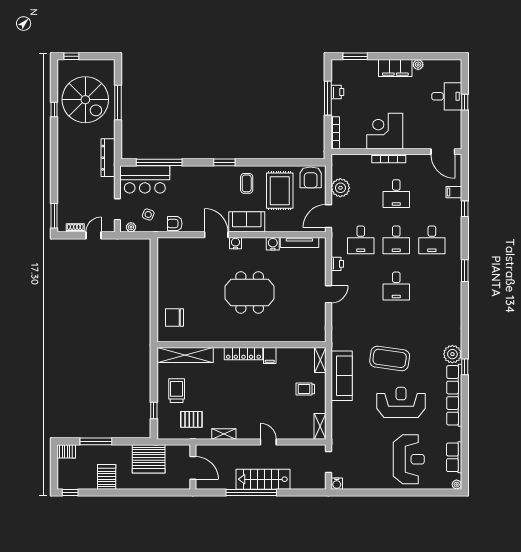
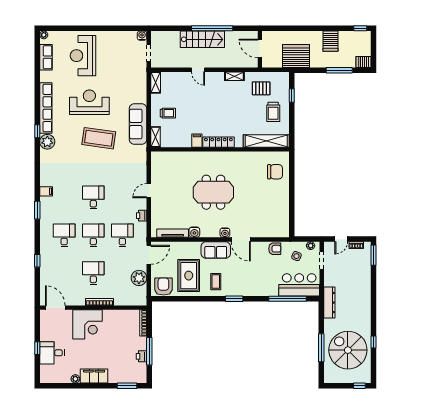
corner desk: (385, 131) -> (88, 324), moved
filing cabinet: (454, 192) -> (46, 191), moved
reception desk: (401, 402) -> (89, 102), turned 180

